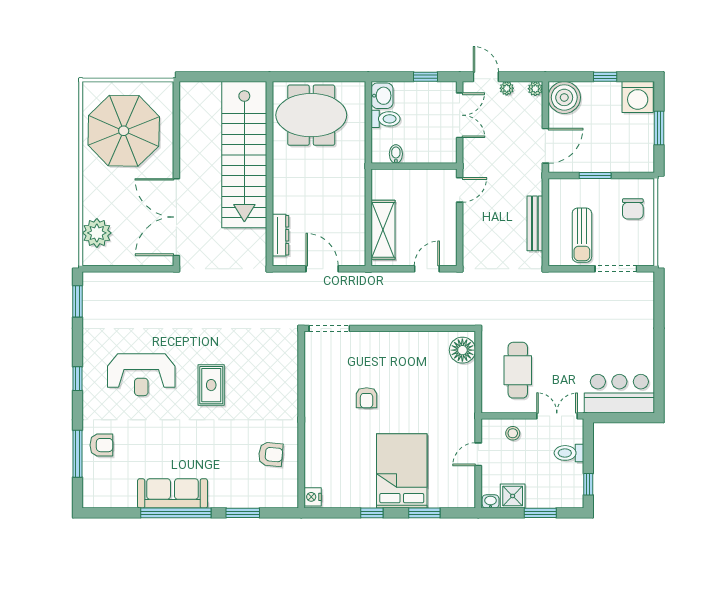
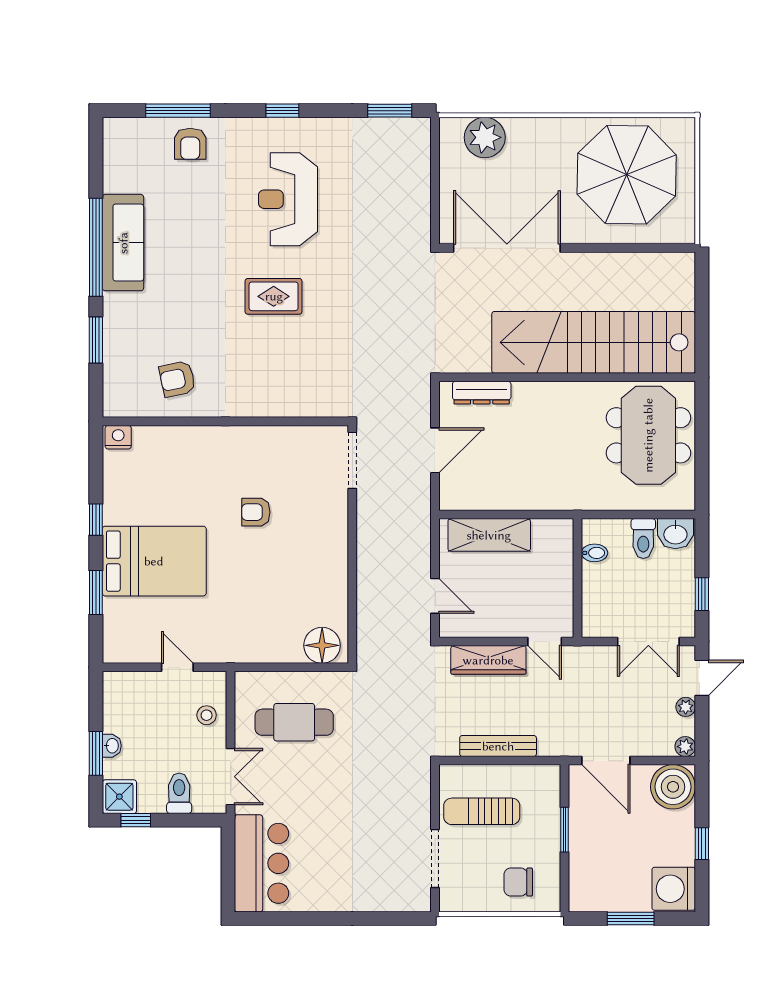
wardrobe: (473, 230) -> (488, 660), added
armchair: (271, 454) -> (177, 379), turned 73
shower: (513, 496) -> (119, 797), moved
washbasin: (491, 501) -> (112, 746), moved

